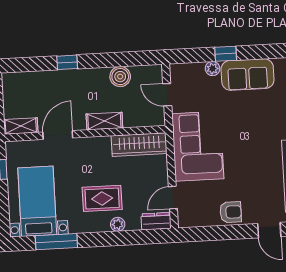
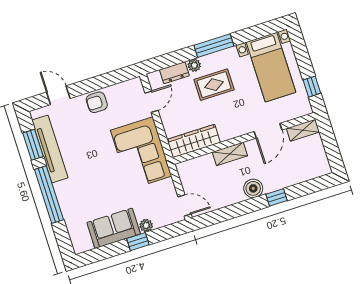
boiler: (120, 77) -> (253, 188), moved
door: (167, 95) -> (185, 205), moved
dresser: (156, 221) -> (174, 73), moved
window: (56, 242) -> (214, 46), moved

